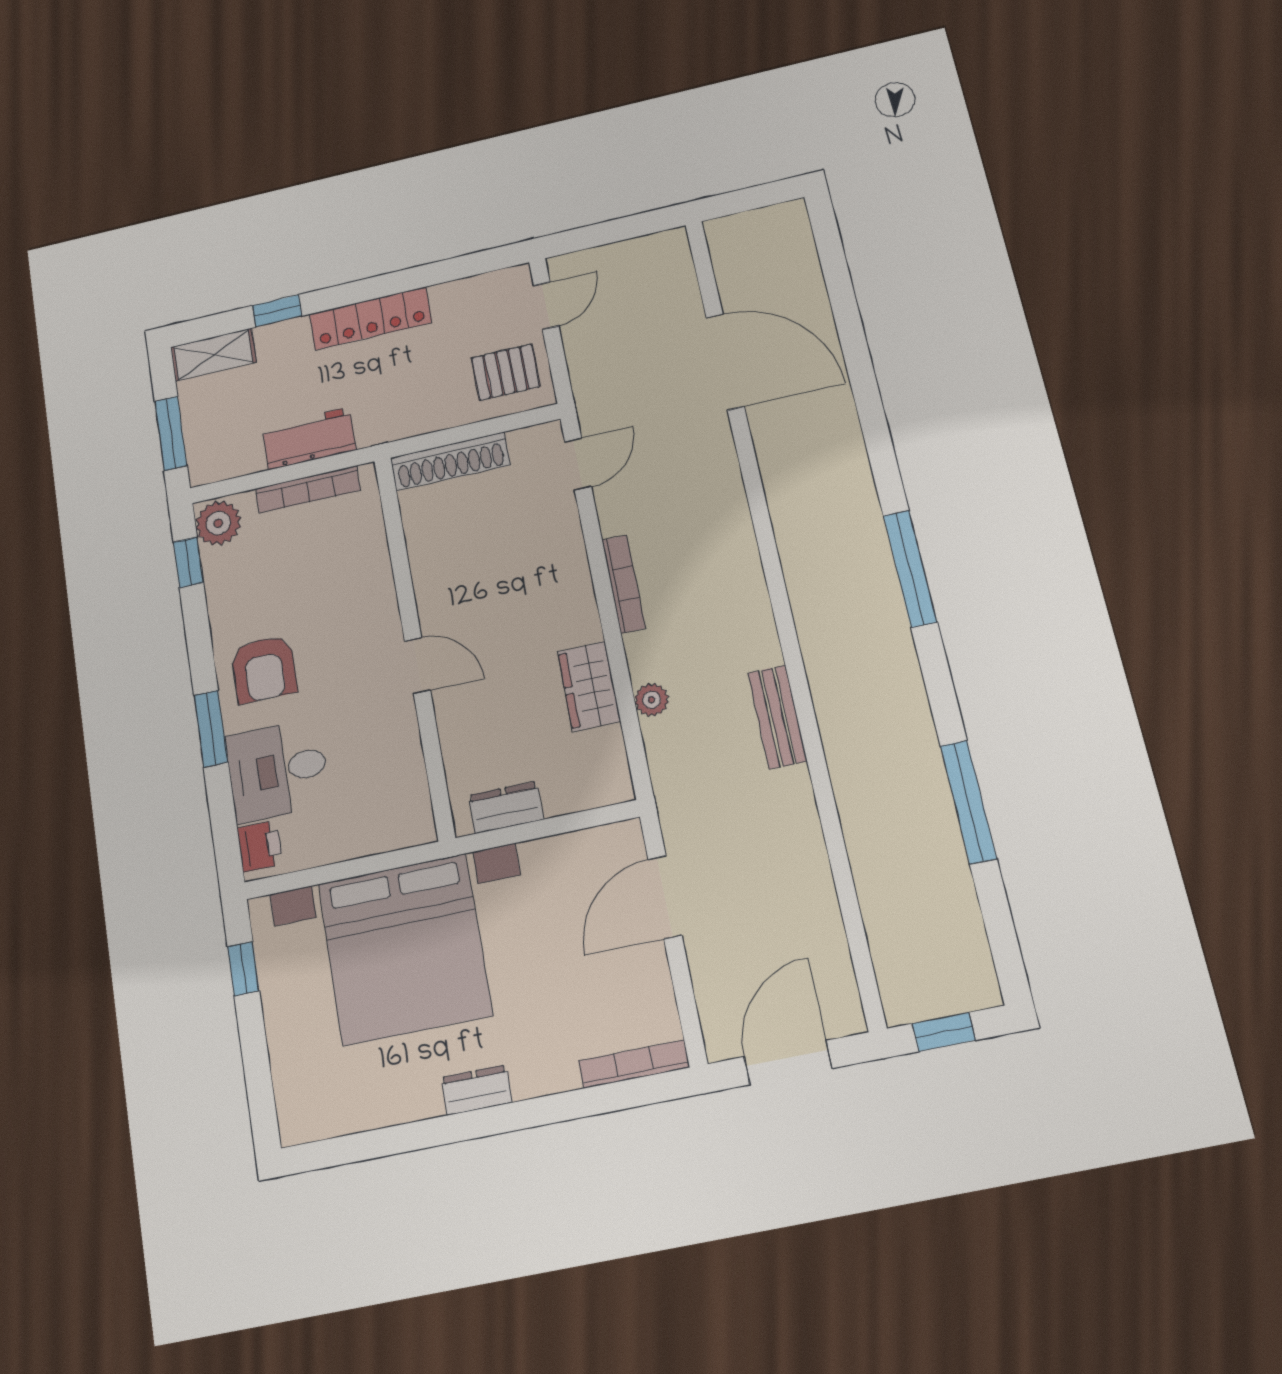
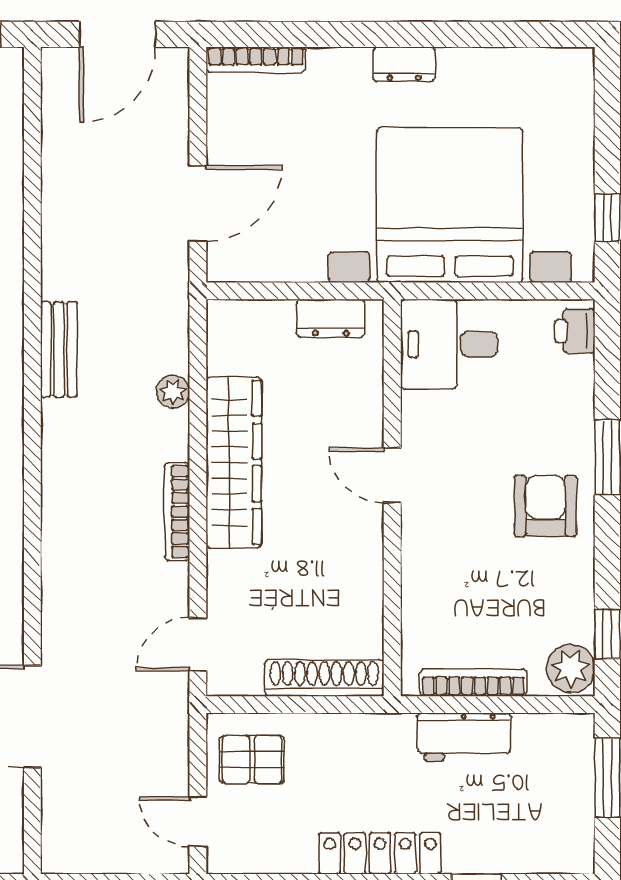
door: (546, 306) -> (198, 822), hinge flipped
shelving: (213, 355) -> (551, 854), removed
wardrobe: (589, 686) -> (234, 463), width x2.10, depth x1.17
desk: (278, 770) -> (449, 344), moved, turned 180

